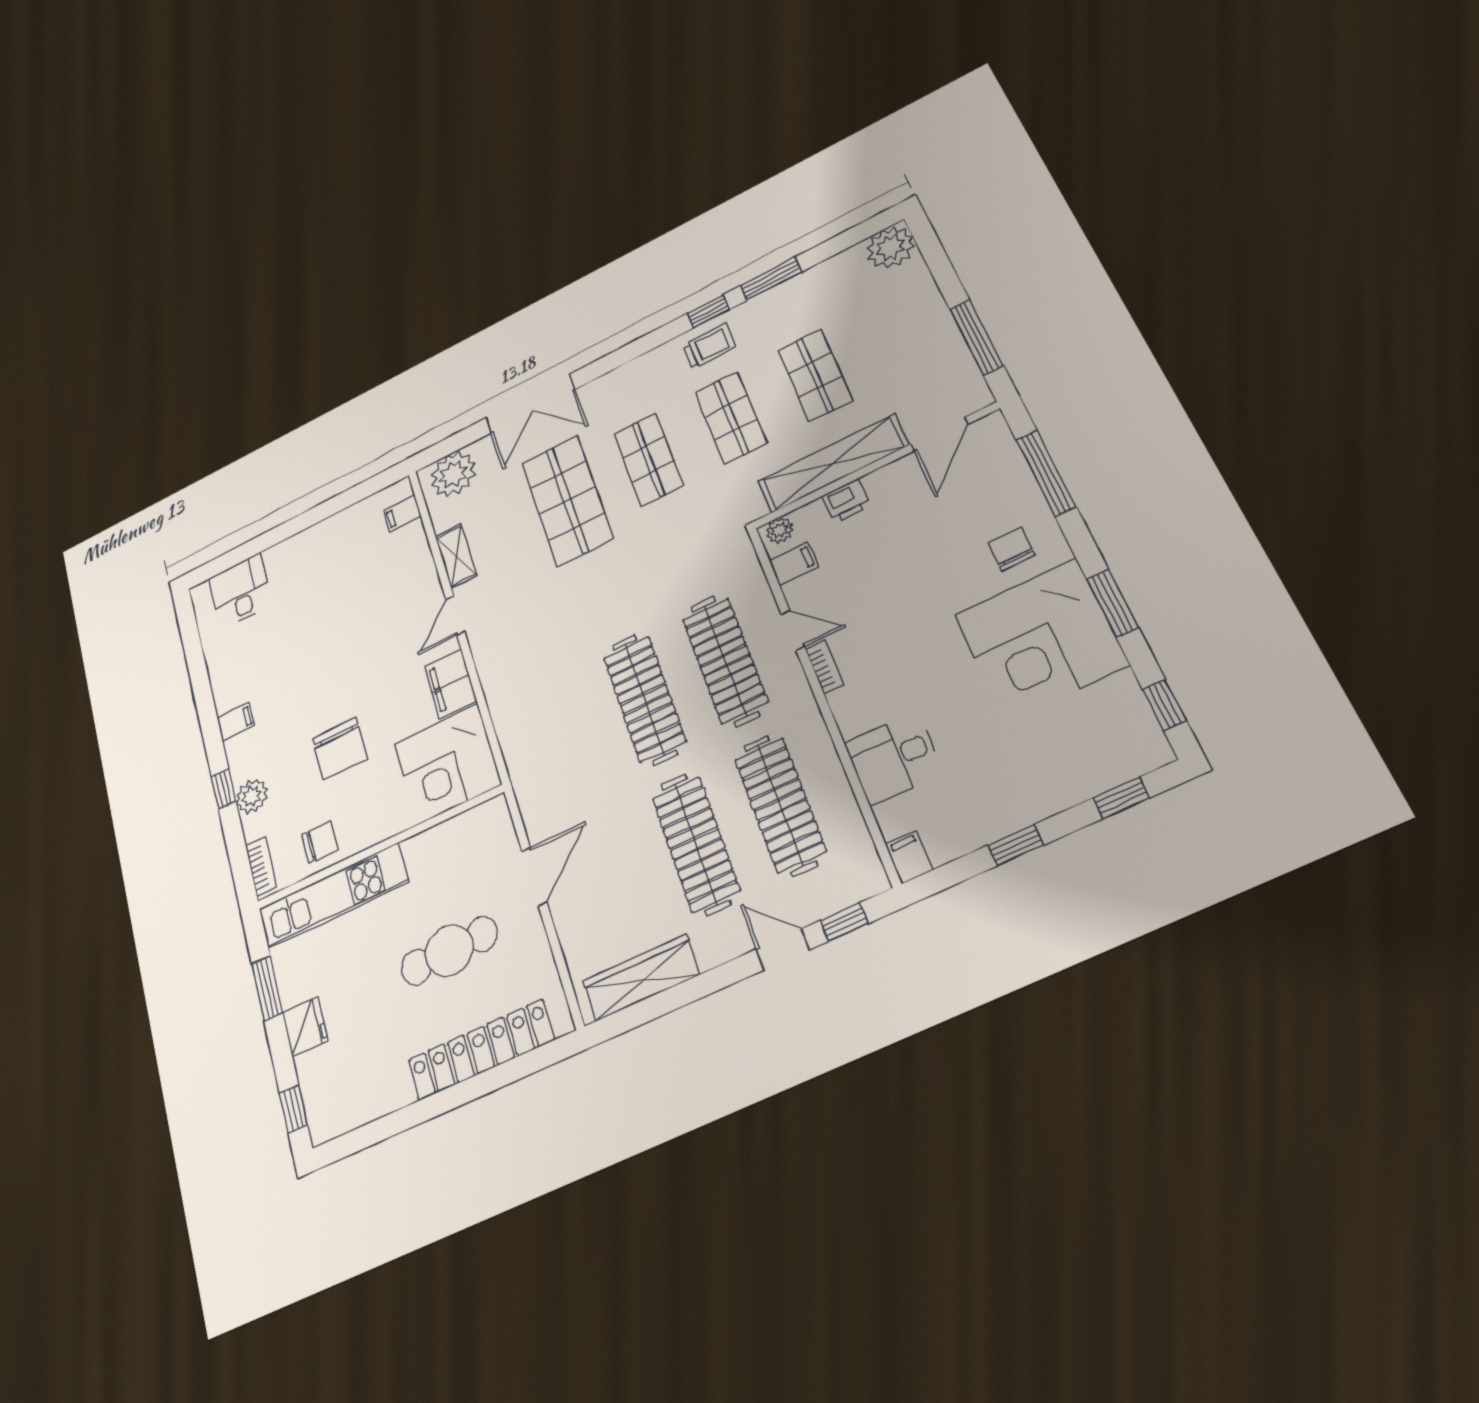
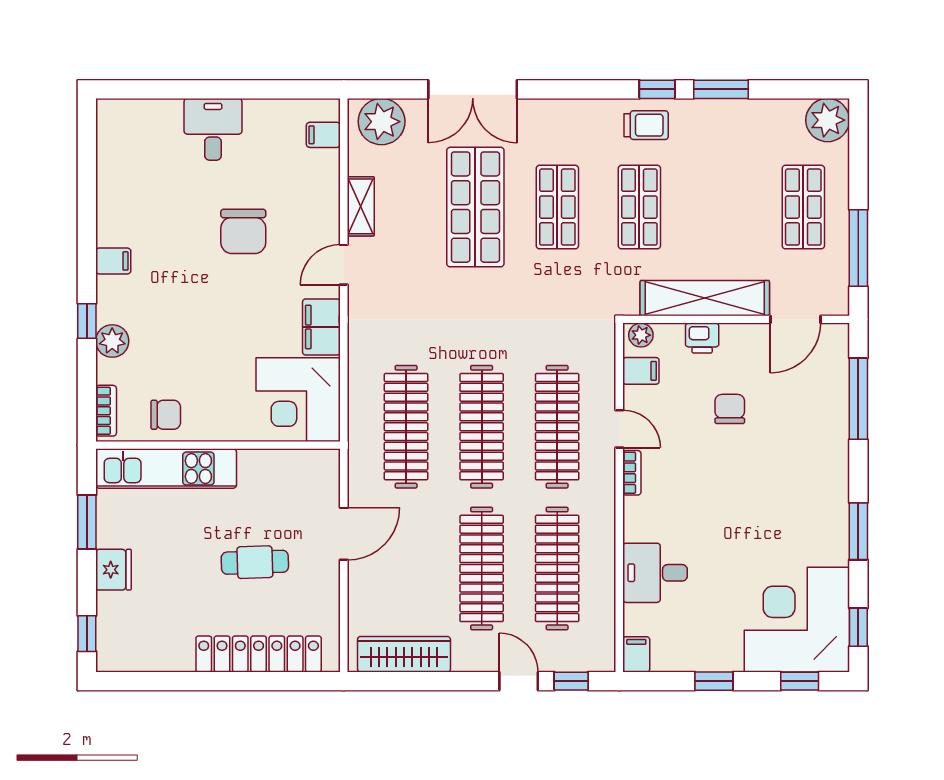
shop shelf: (815, 375) -> (803, 207), moved
chair: (1012, 549) -> (730, 409), moved
desk: (240, 591) -> (213, 129), moved
corner desk: (1041, 640) -> (797, 620), moved, turned 90
clothes rail: (566, 737) -> (406, 427), added
chair: (340, 749) -> (243, 231), moved
cafe table: (449, 951) -> (255, 562), width x0.73, depth x0.74

